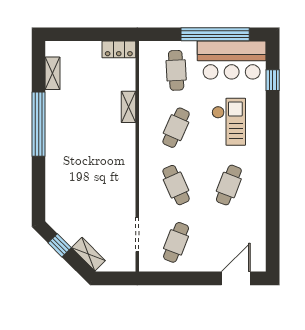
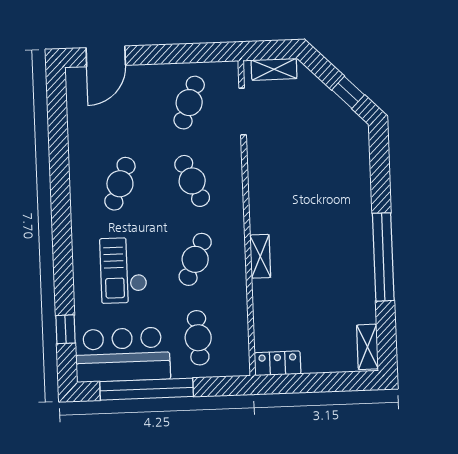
shelving: (53, 73) -> (367, 347), moved
shelving: (128, 107) -> (260, 256), moved
shelving: (88, 254) -> (274, 69), moved, turned -45

